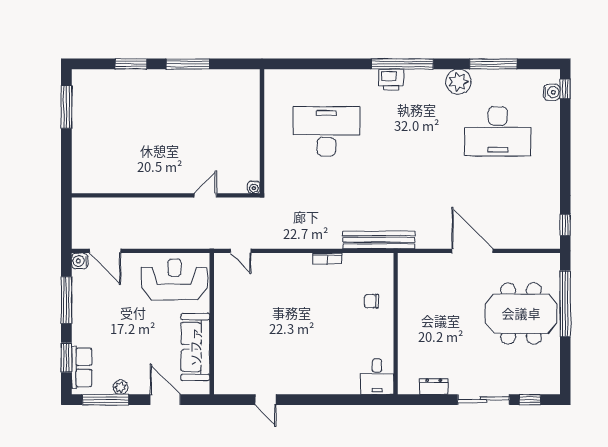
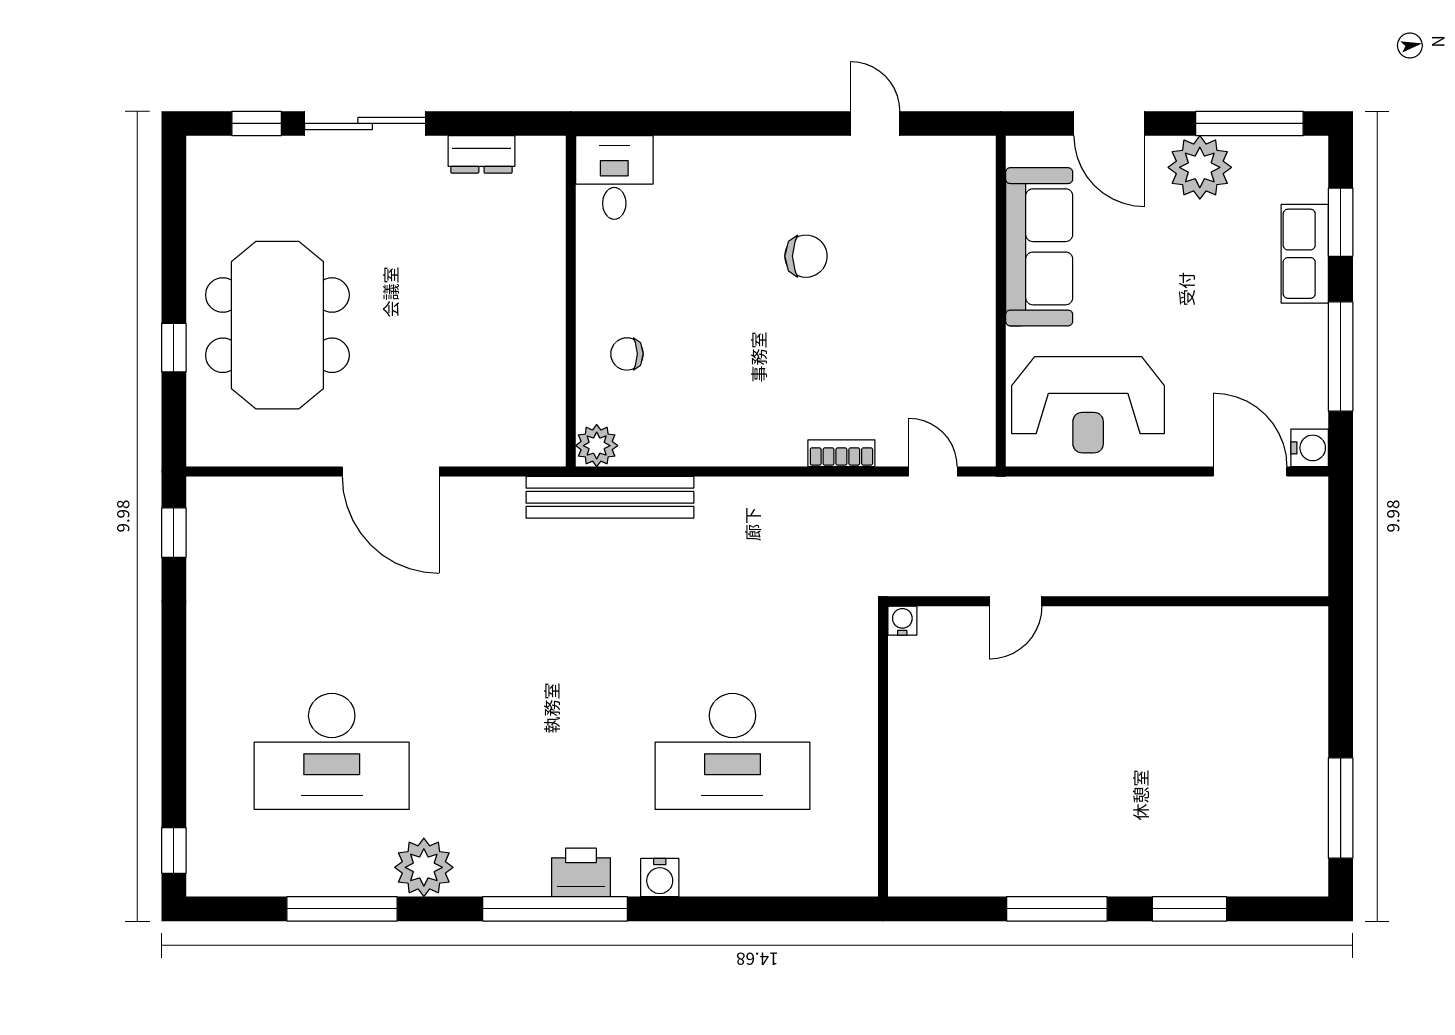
water cooler: (552, 92) -> (660, 878), moved, turned -90
desk: (498, 131) -> (332, 751), turned 180
bookcase: (327, 259) -> (841, 453), moved
plant: (384, 262) -> (597, 446), added
chair: (372, 301) -> (627, 354), turned 180
window: (565, 304) -> (174, 348), width x0.32
meeting table: (521, 313) -> (277, 325), turned 90
chair: (295, 343) -> (806, 256), added
row of seats: (82, 367) -> (1305, 254), moved
plant: (120, 387) -> (1200, 167), width x1.88, depth x1.88

